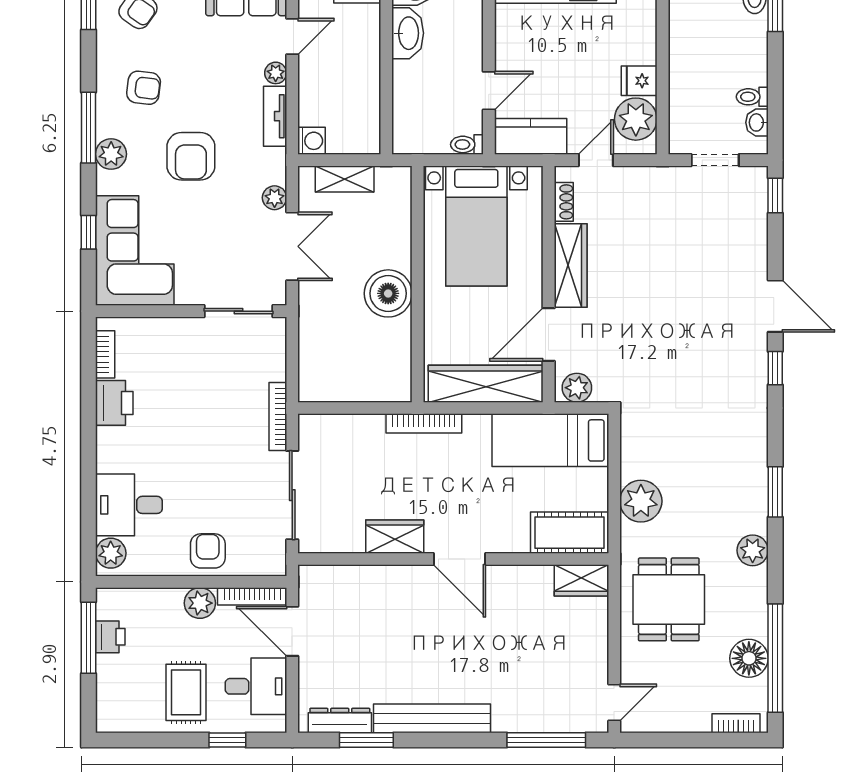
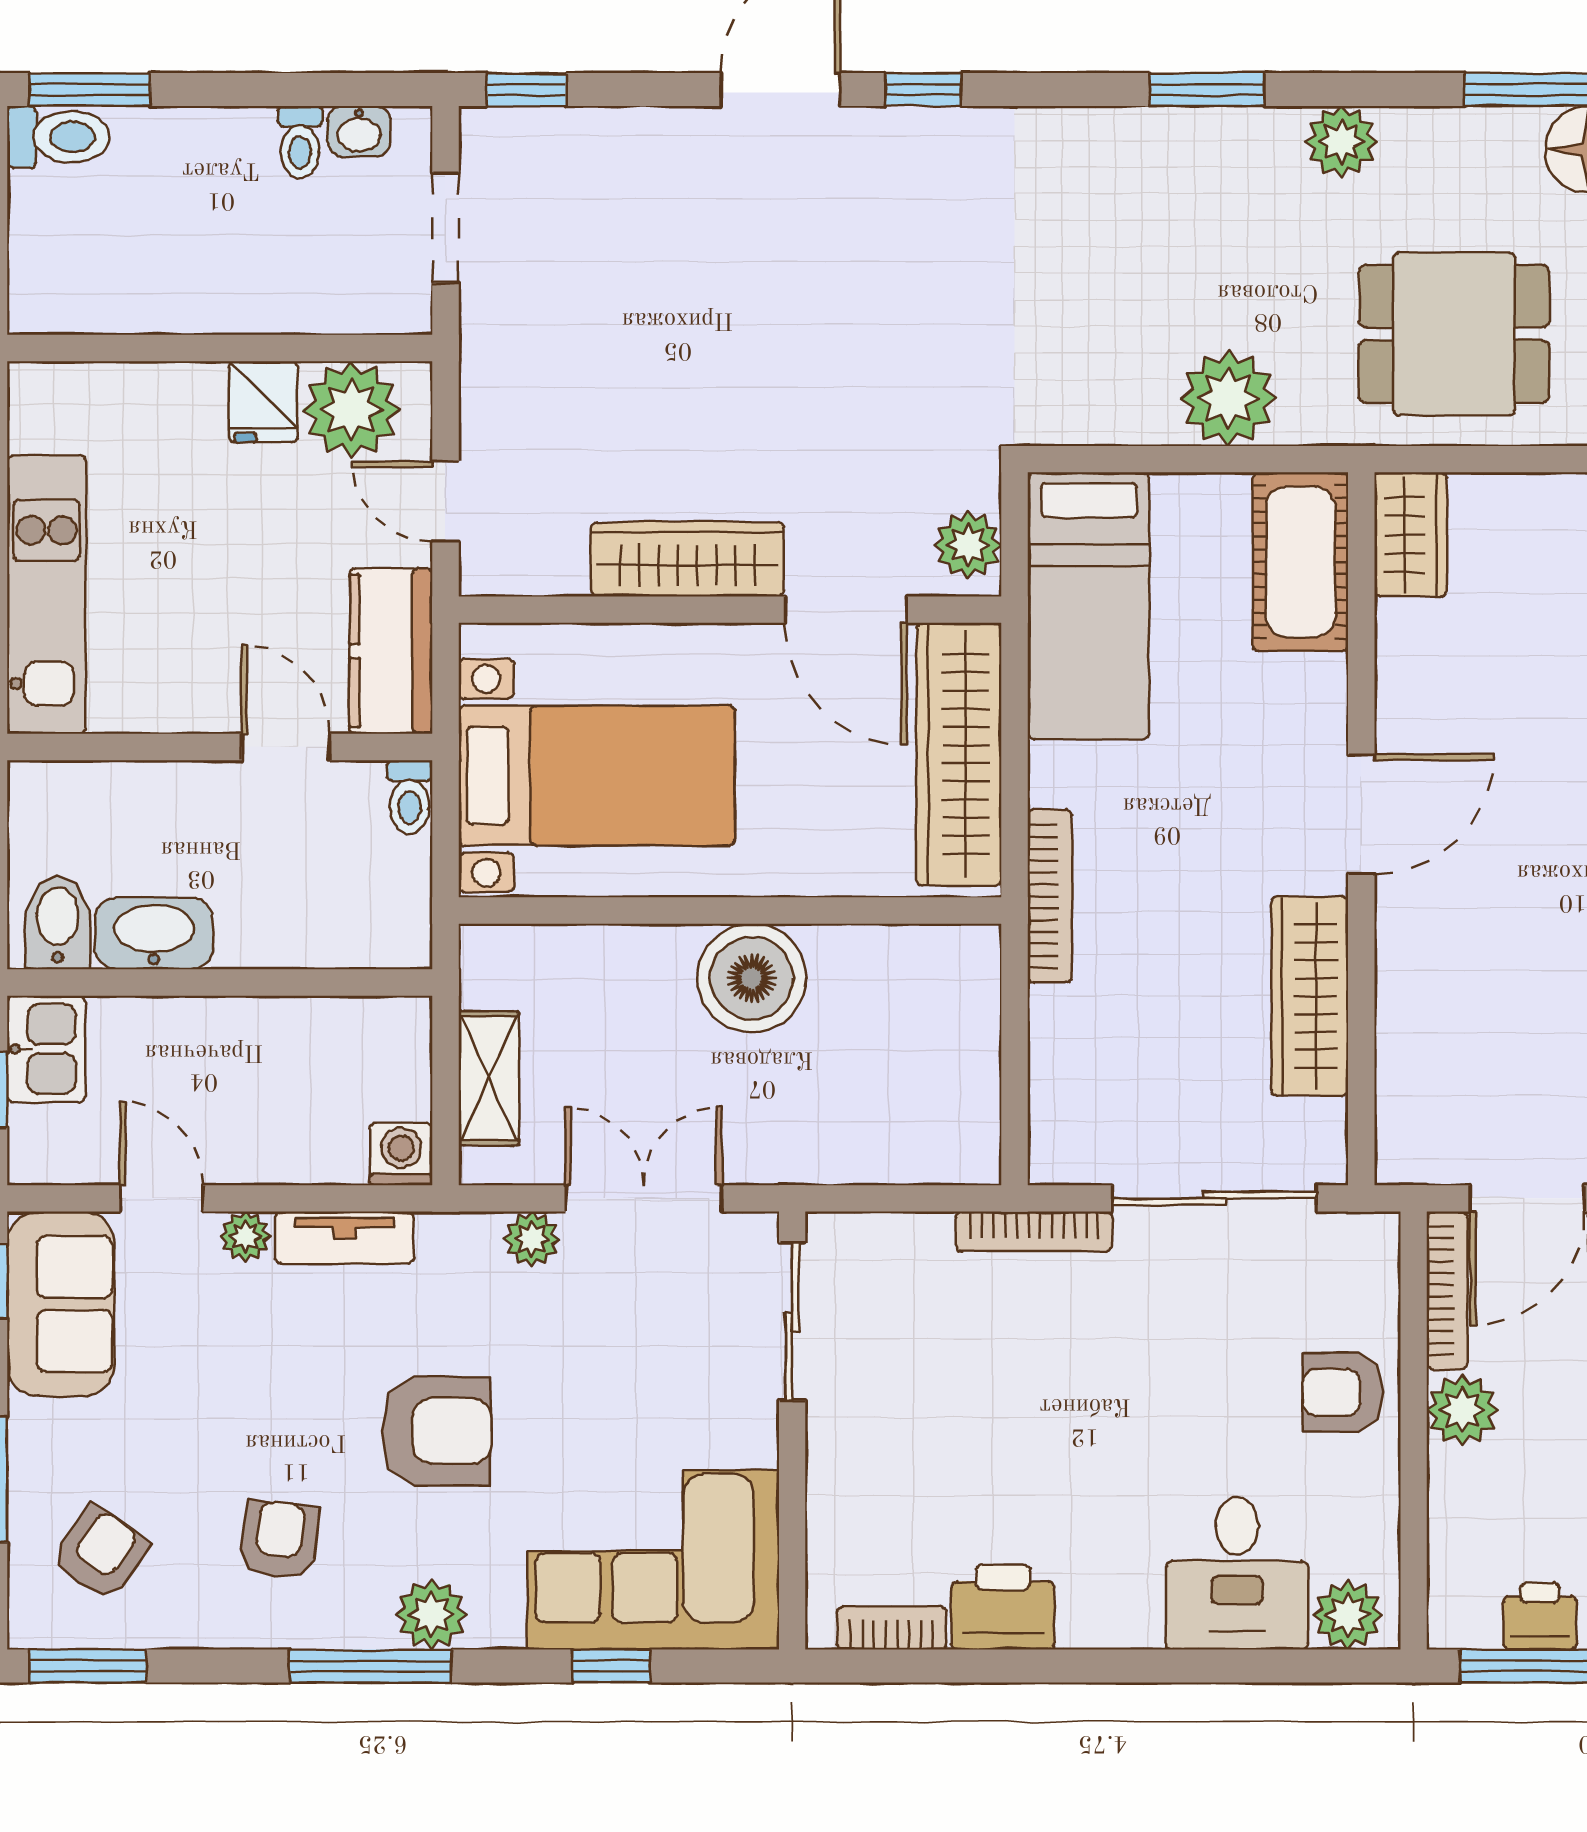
shoe rack: (564, 202) -> (541, 575), removed
wardrobe: (395, 537) -> (1310, 996), width x1.50

